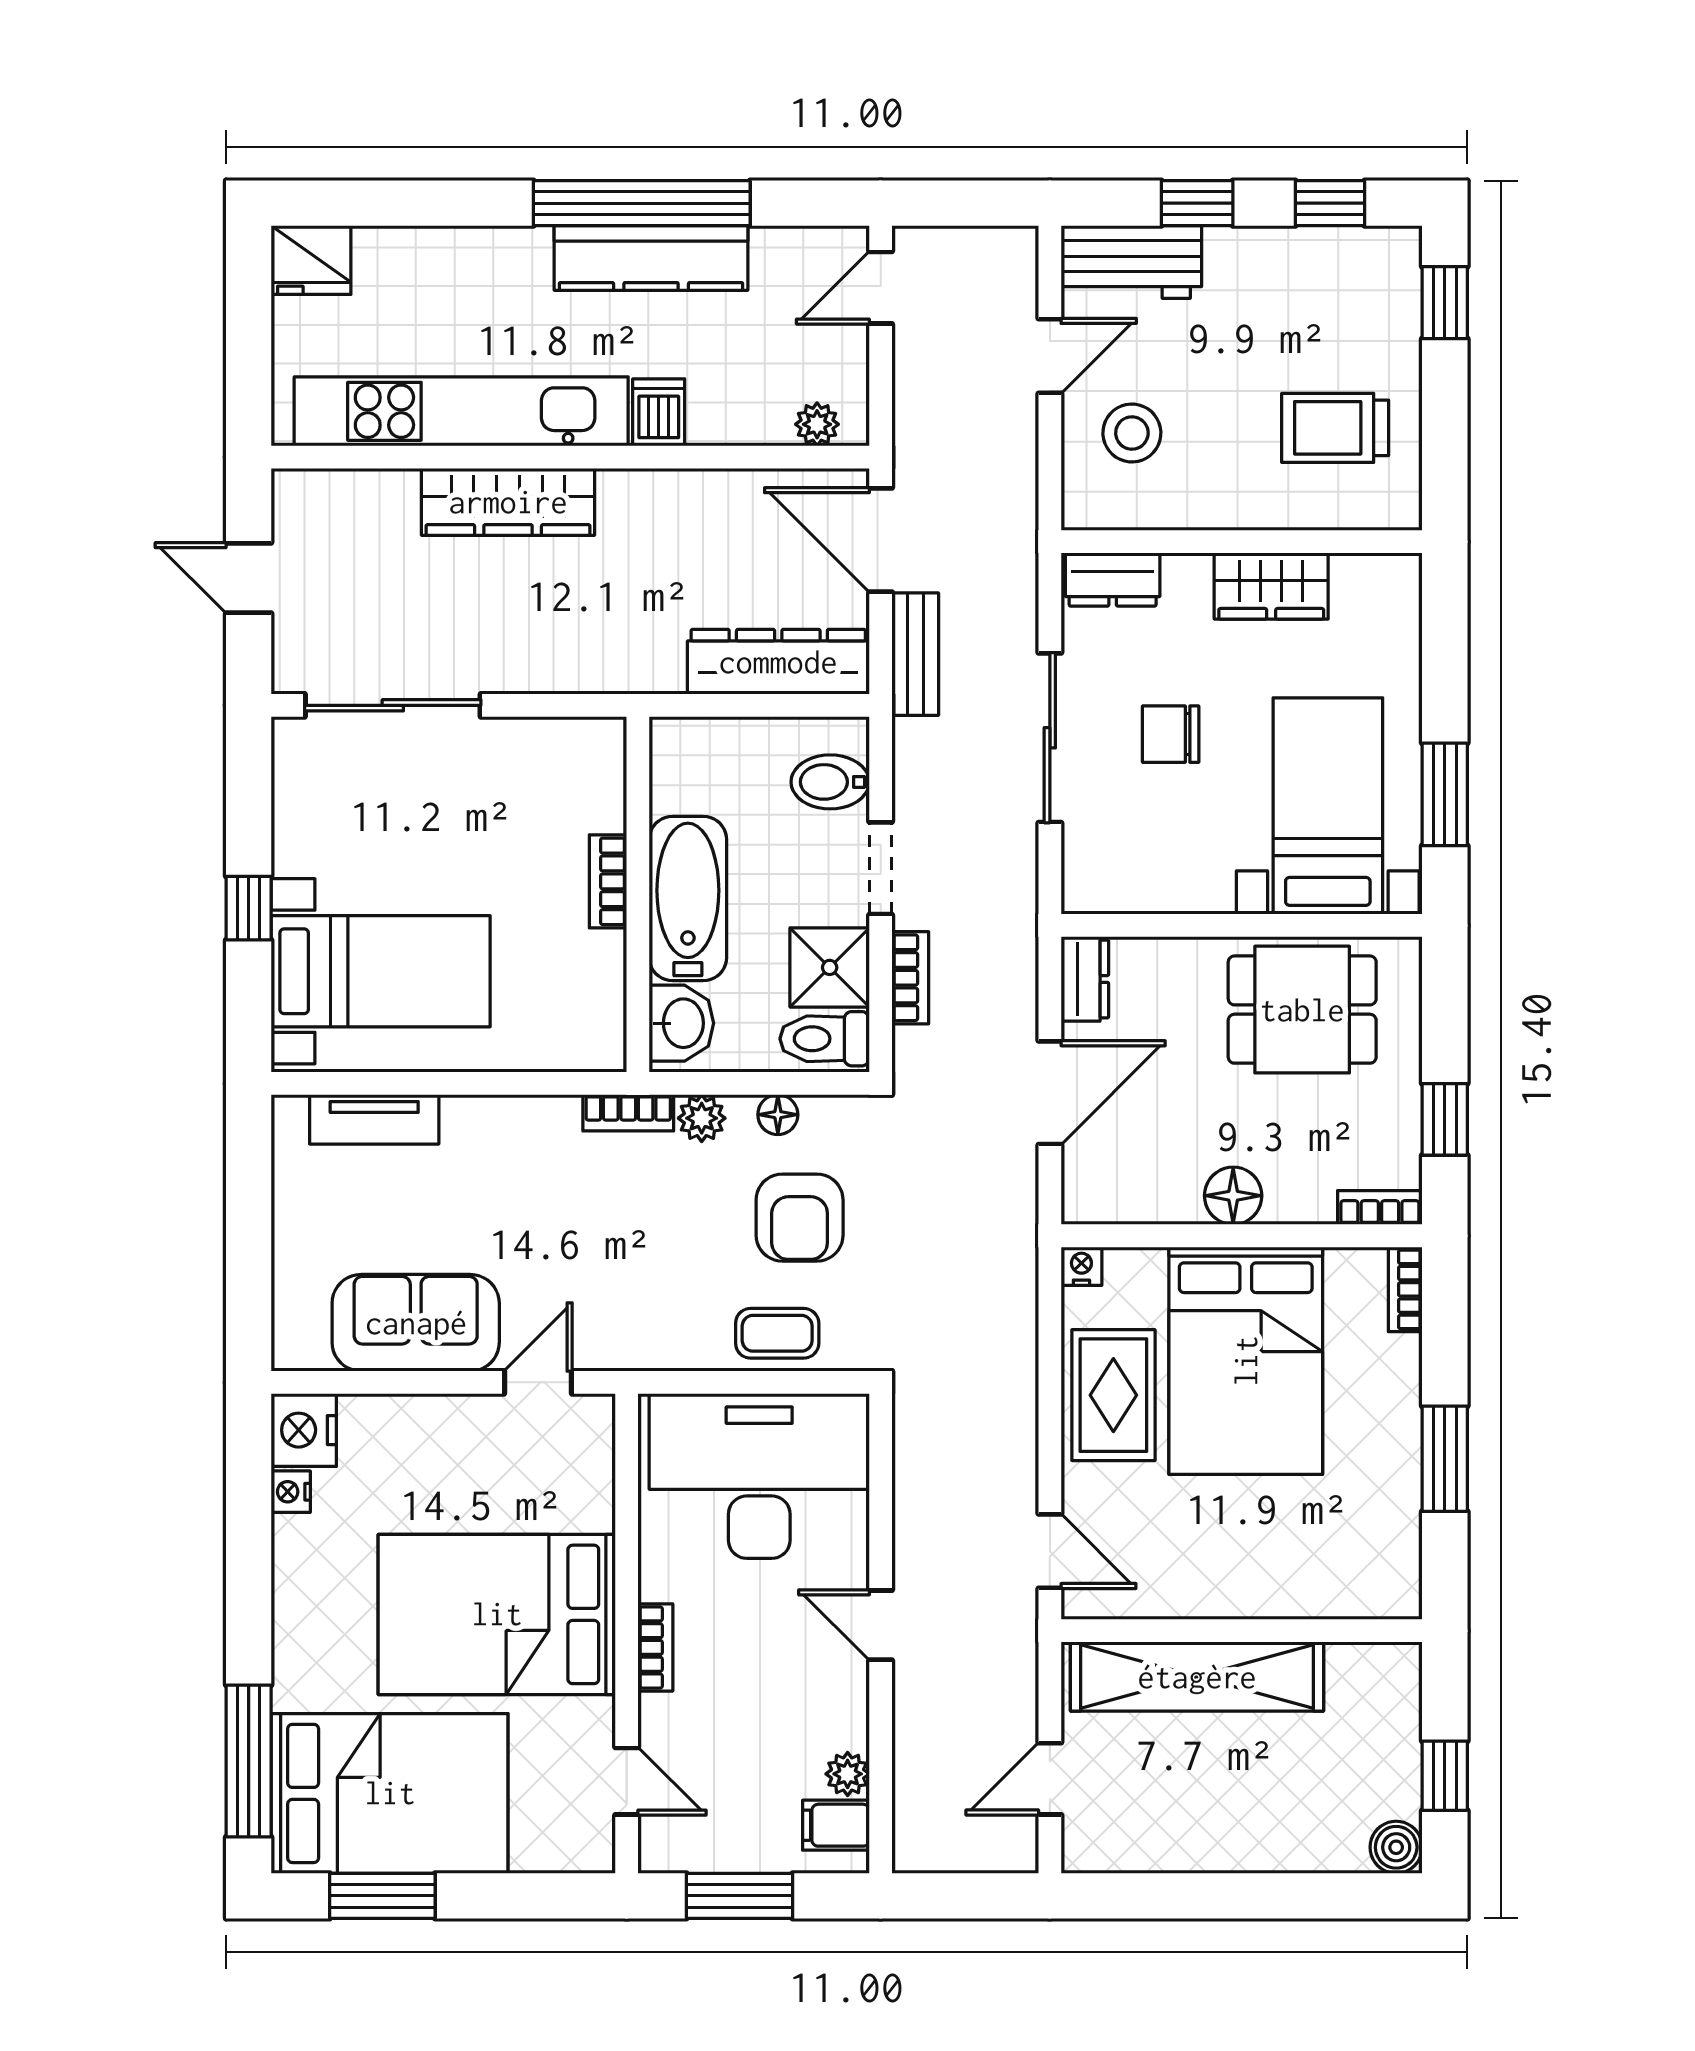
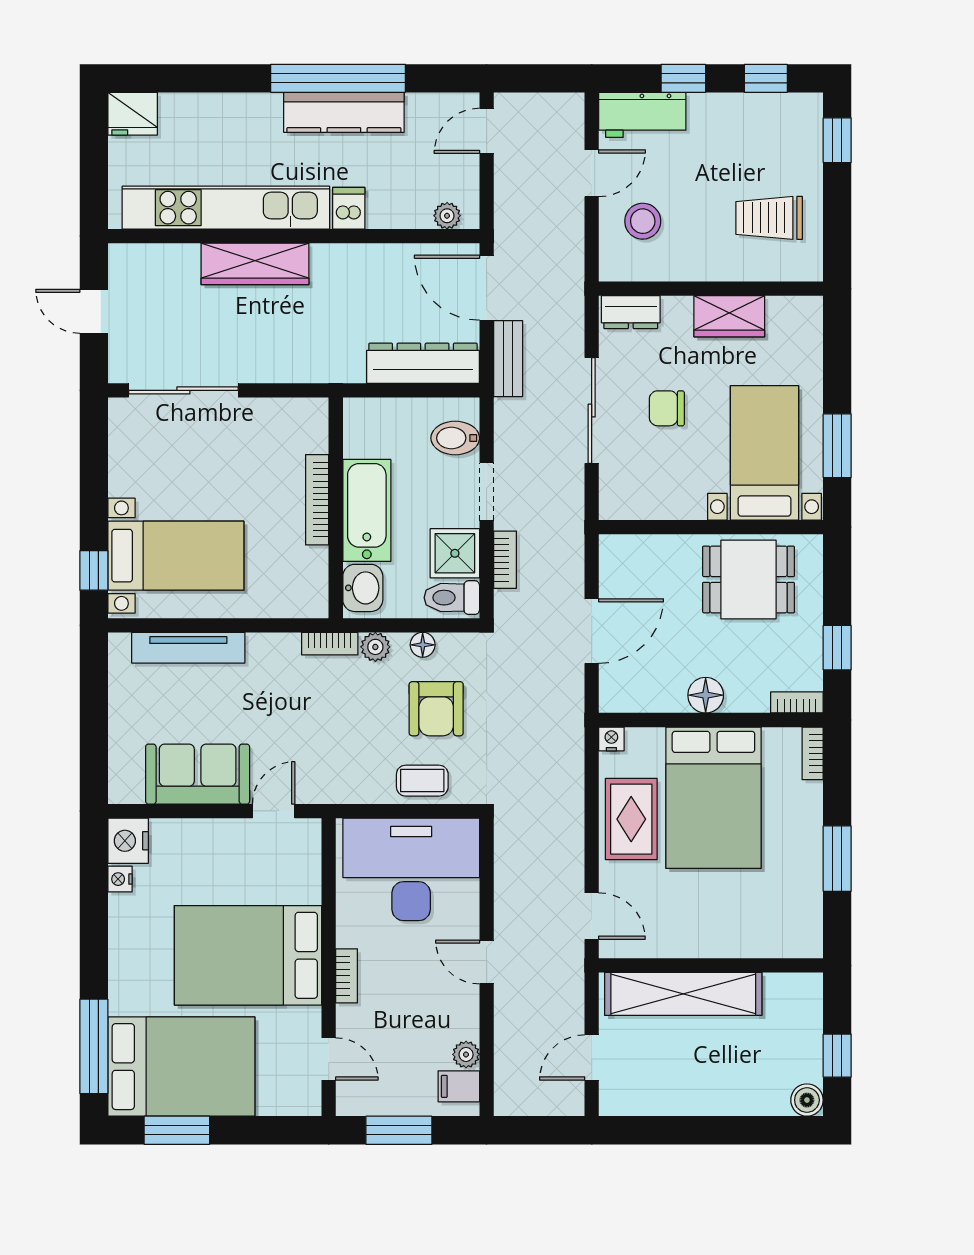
bookcase: (608, 881) -> (317, 500), width x1.56
window: (249, 908) -> (94, 570), moved
dresser: (1085, 979) -> (613, 560), removed
tv unit: (374, 1119) -> (188, 648), width x1.41

